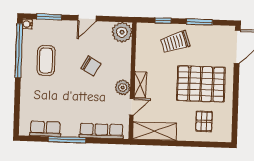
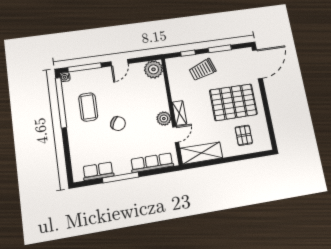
window: (49, 17) -> (85, 67), width x1.44
chair: (91, 66) -> (118, 124), moved

